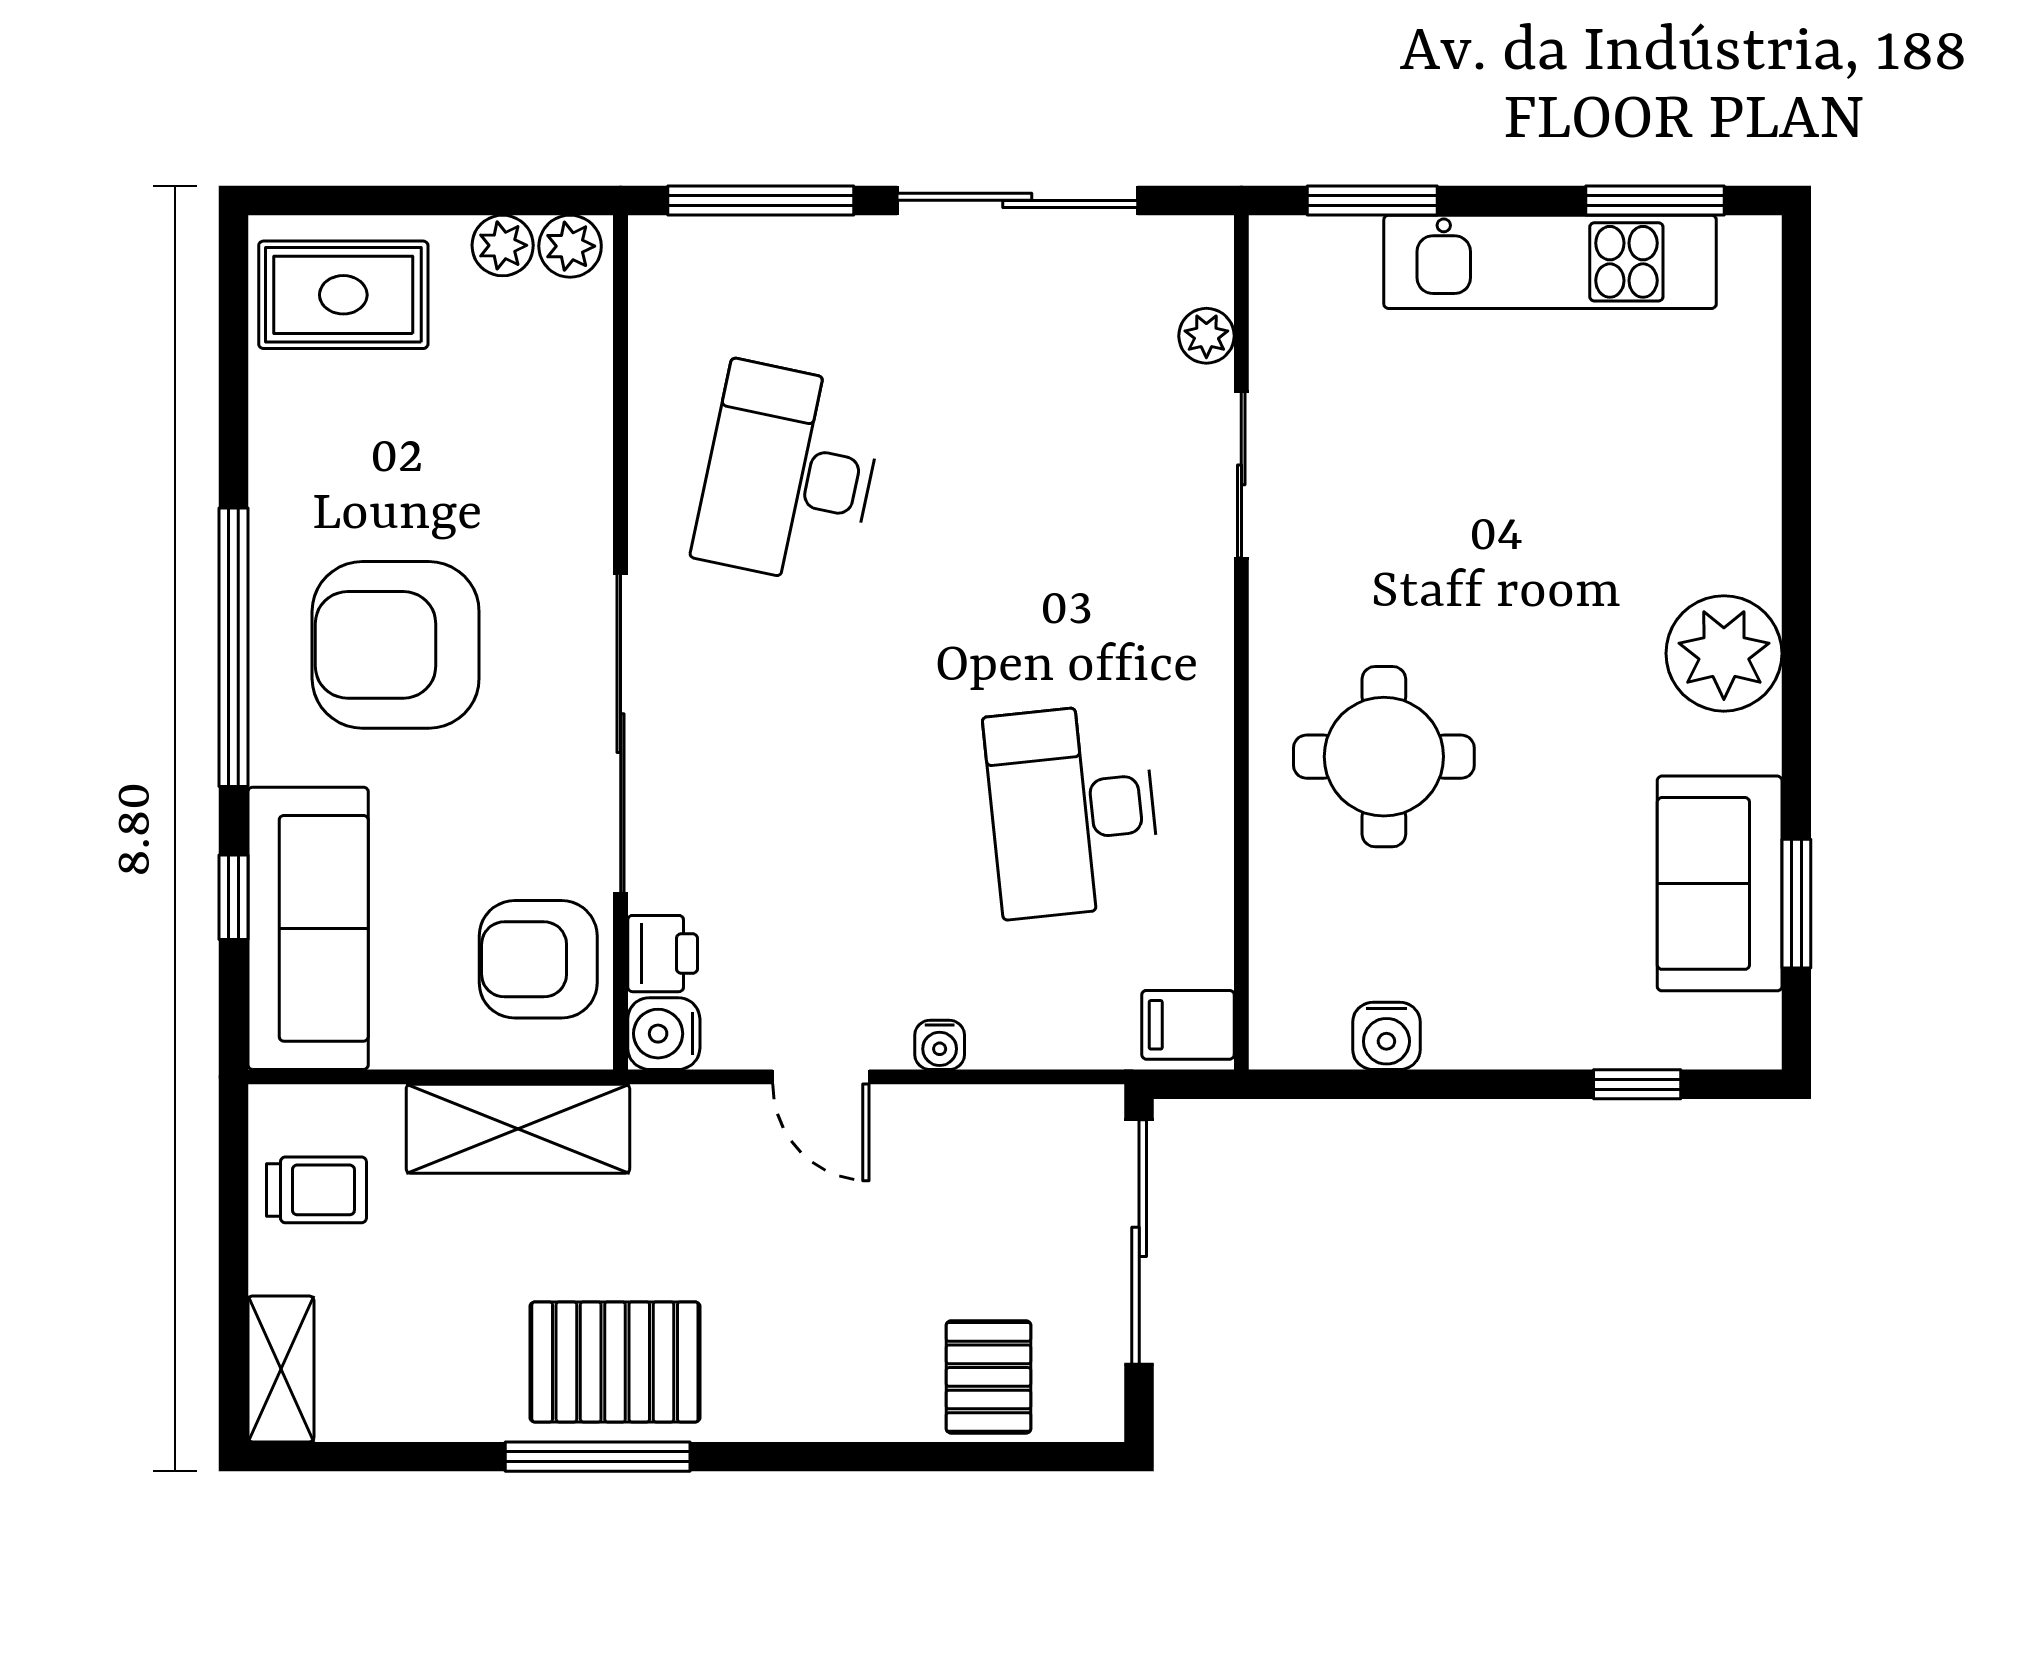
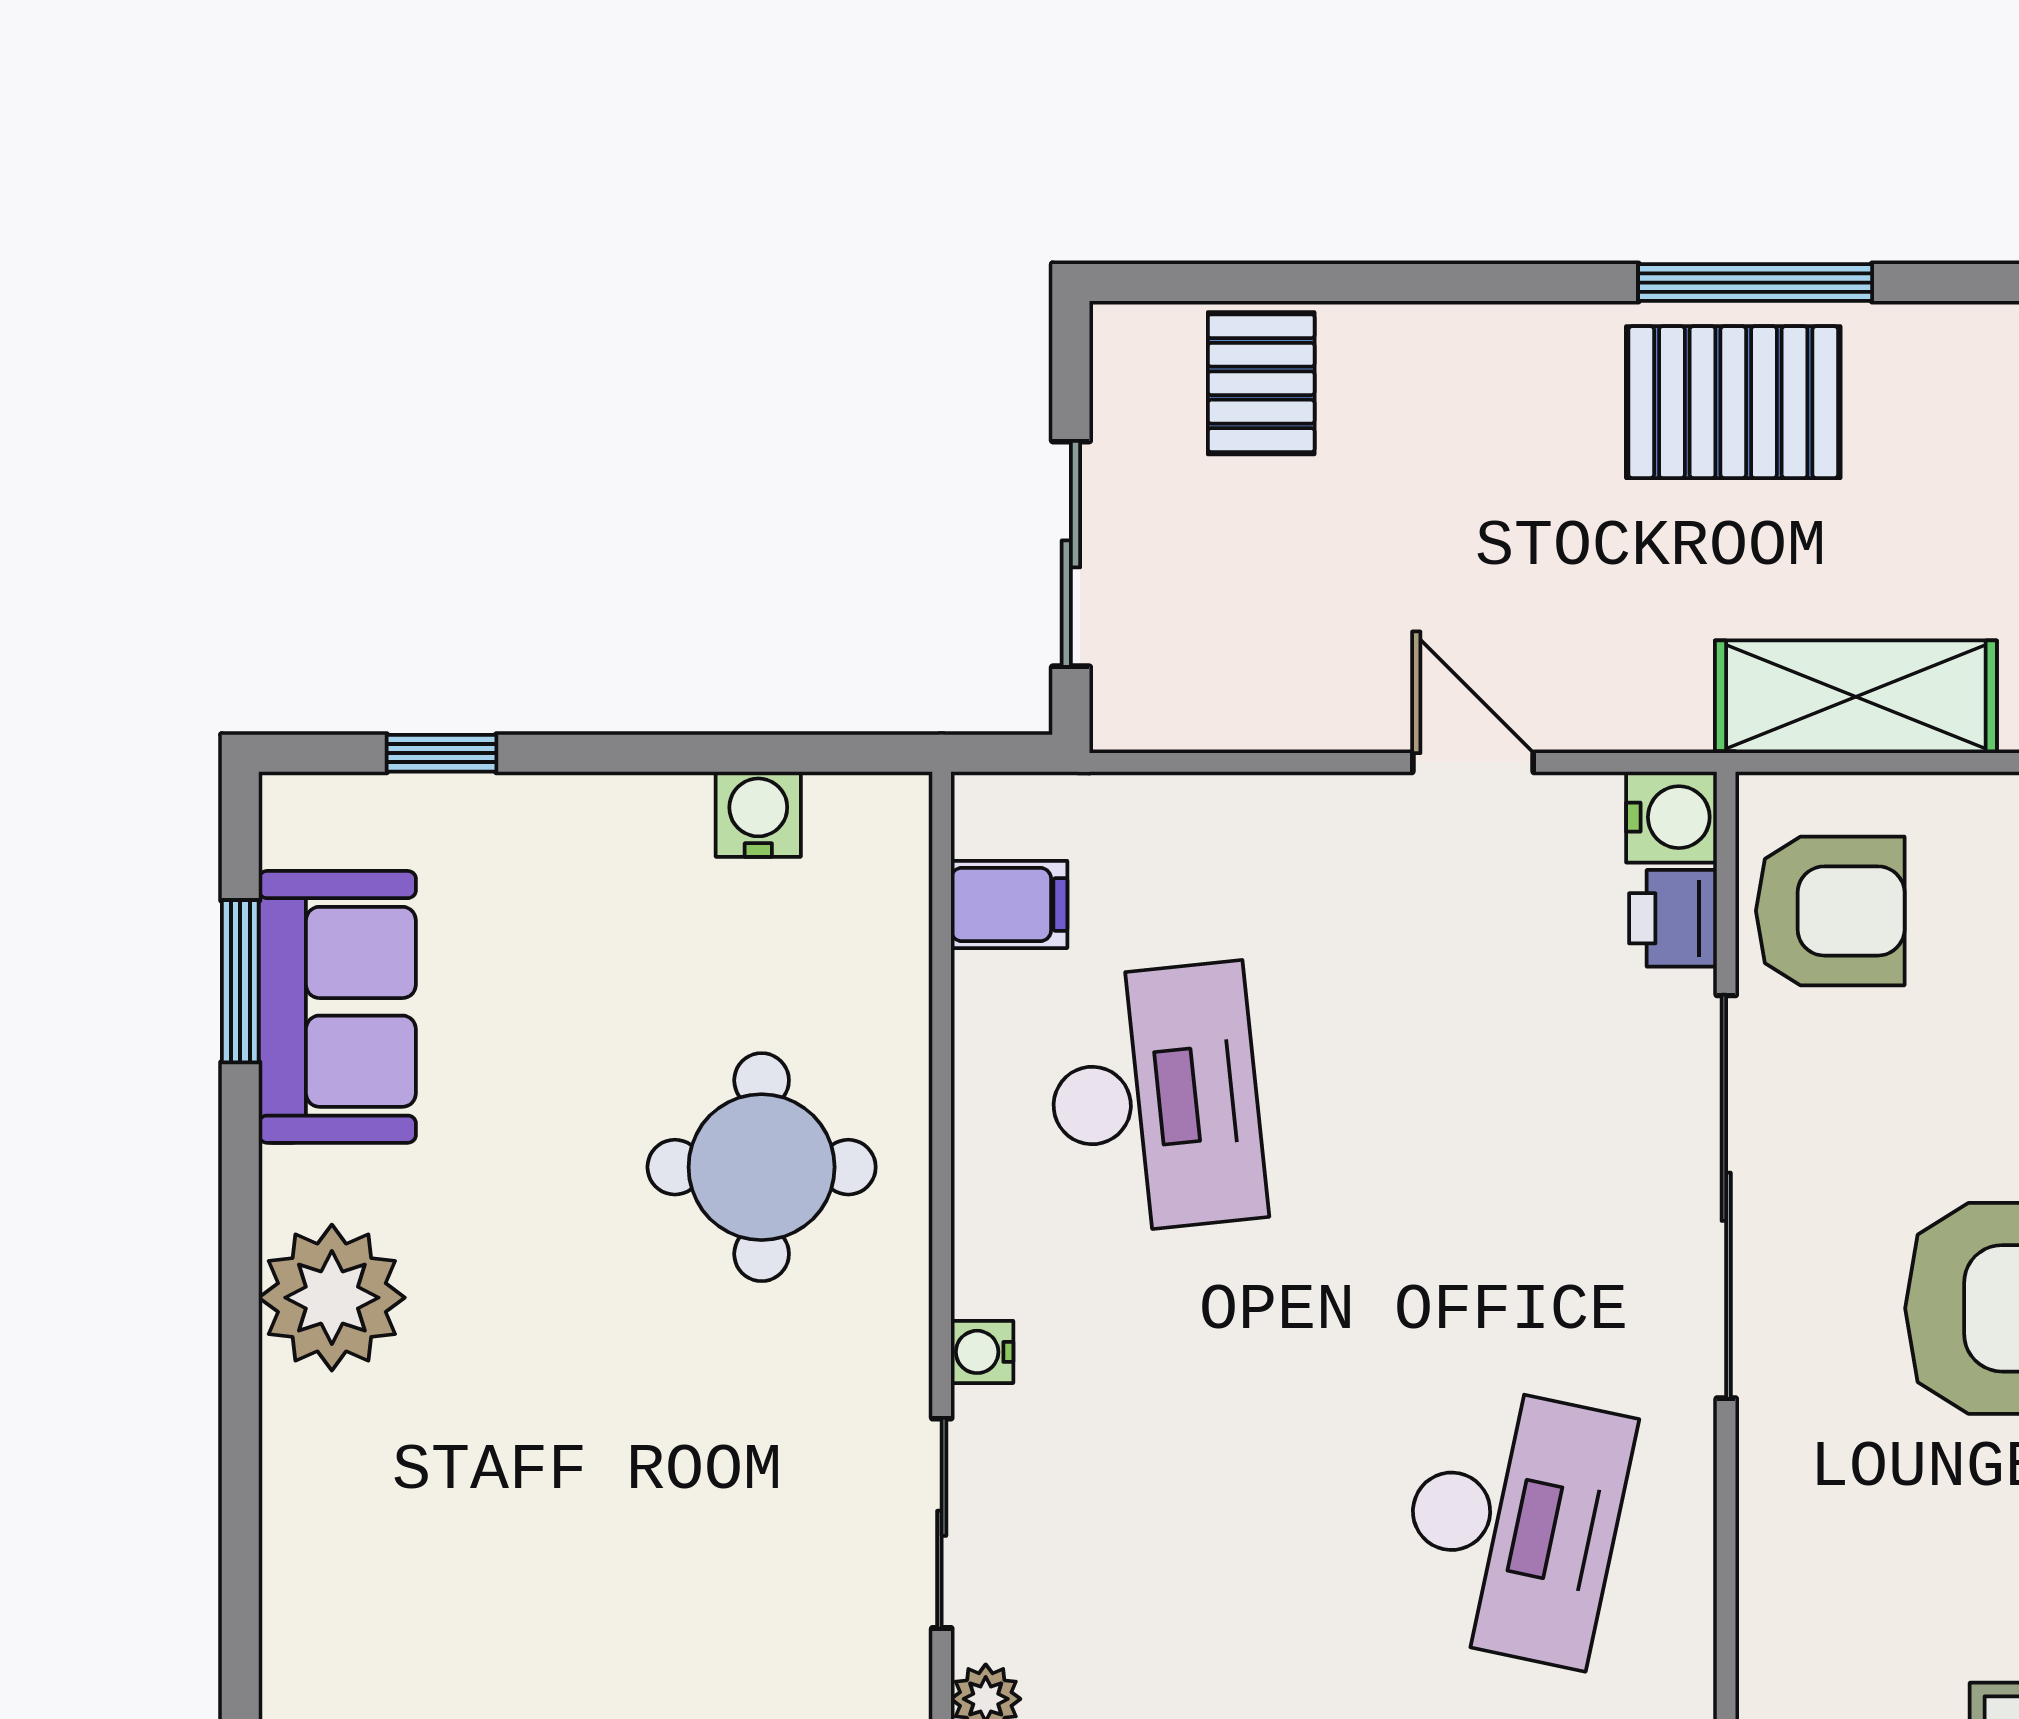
filing cabinet: (1188, 1025) -> (1009, 904), moved
water cooler: (940, 1045) -> (982, 1352), moved, turned -90
sliding door: (1139, 1242) -> (1071, 554), width x0.73

